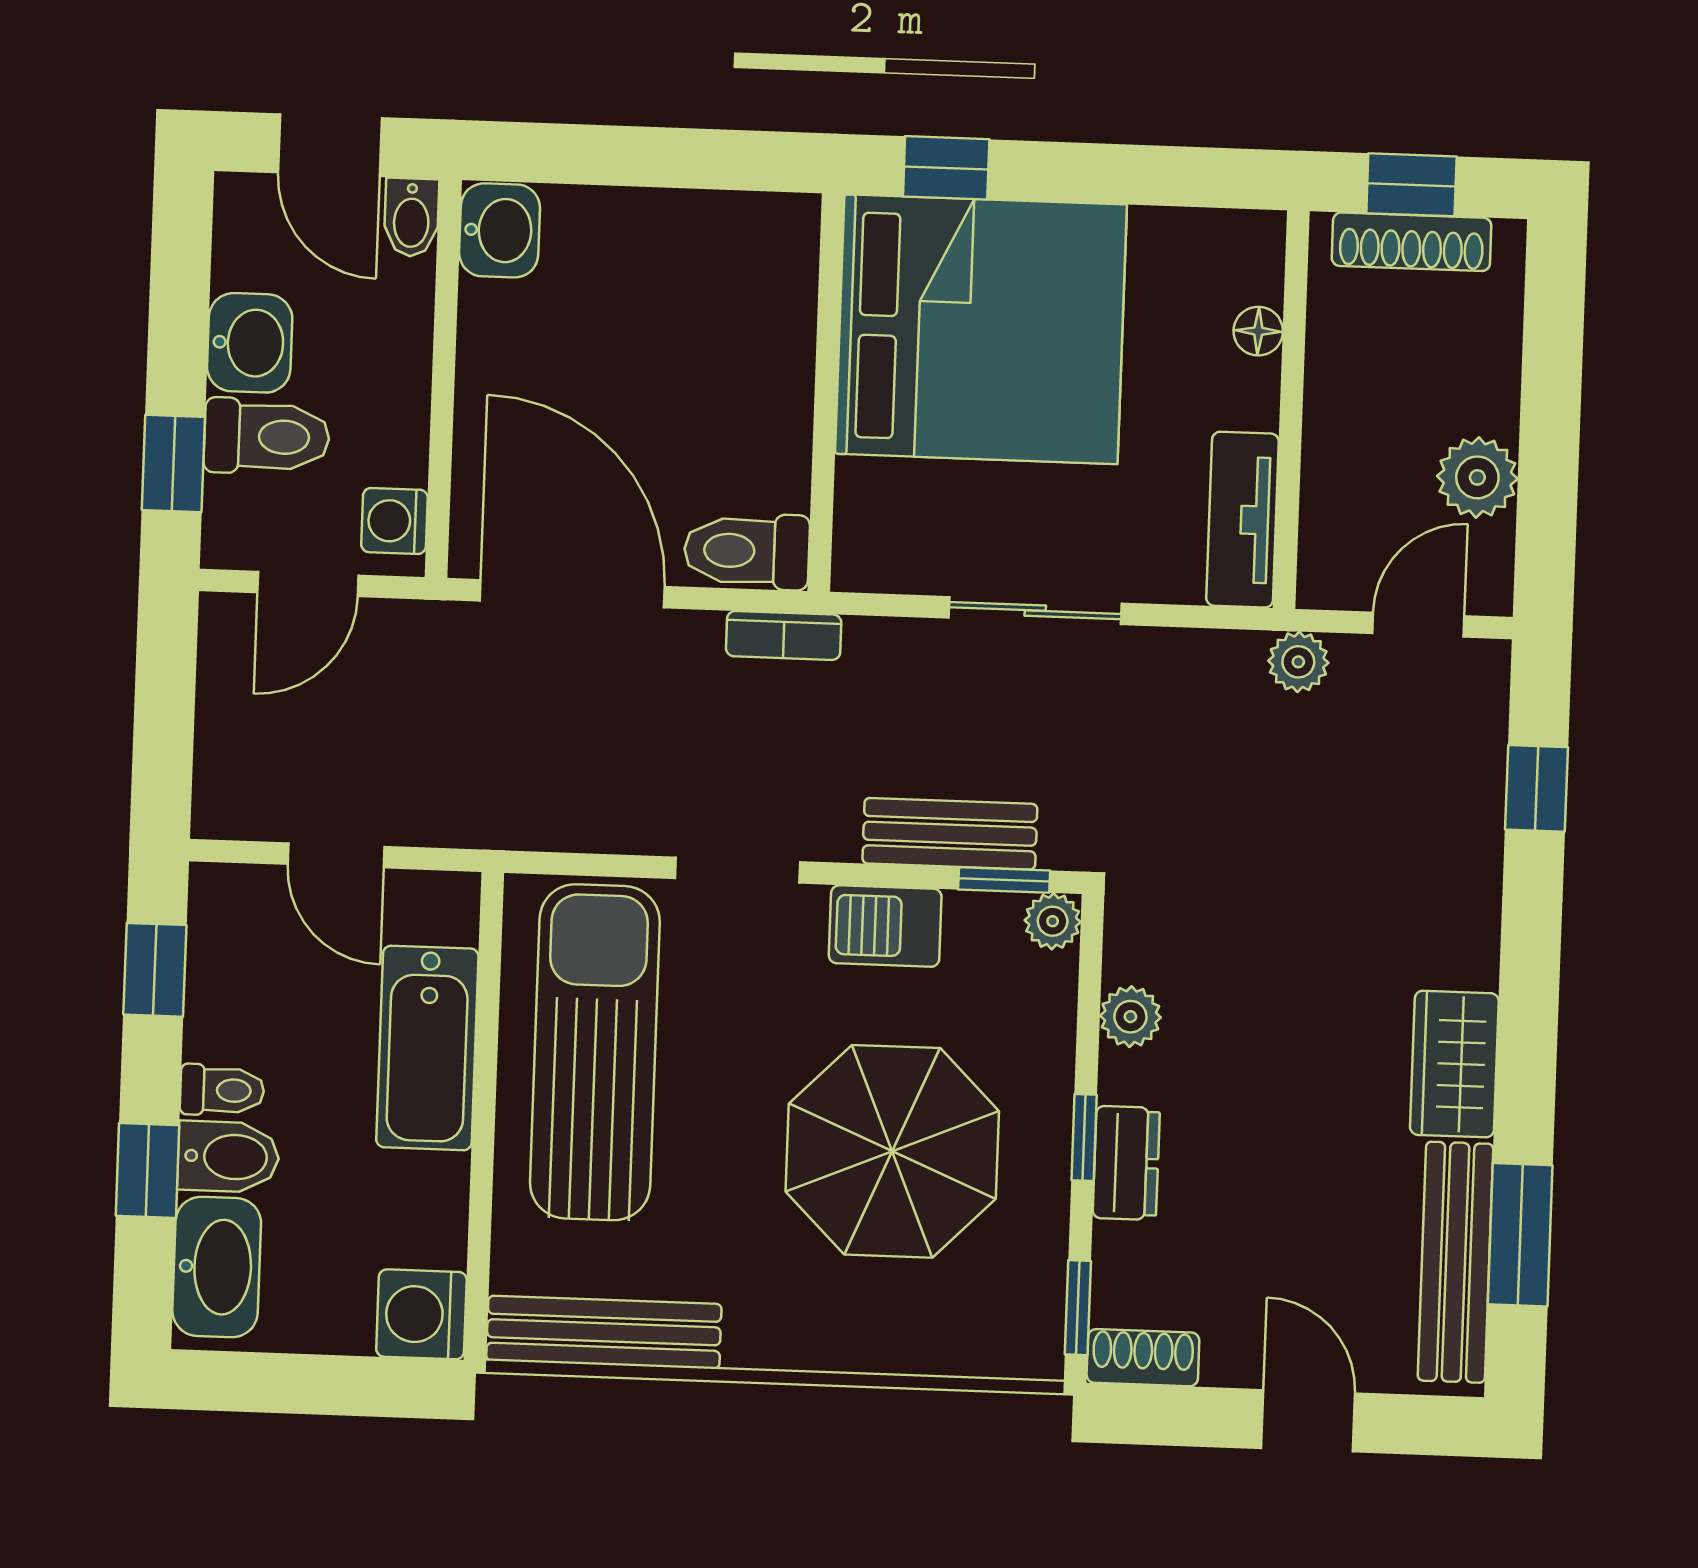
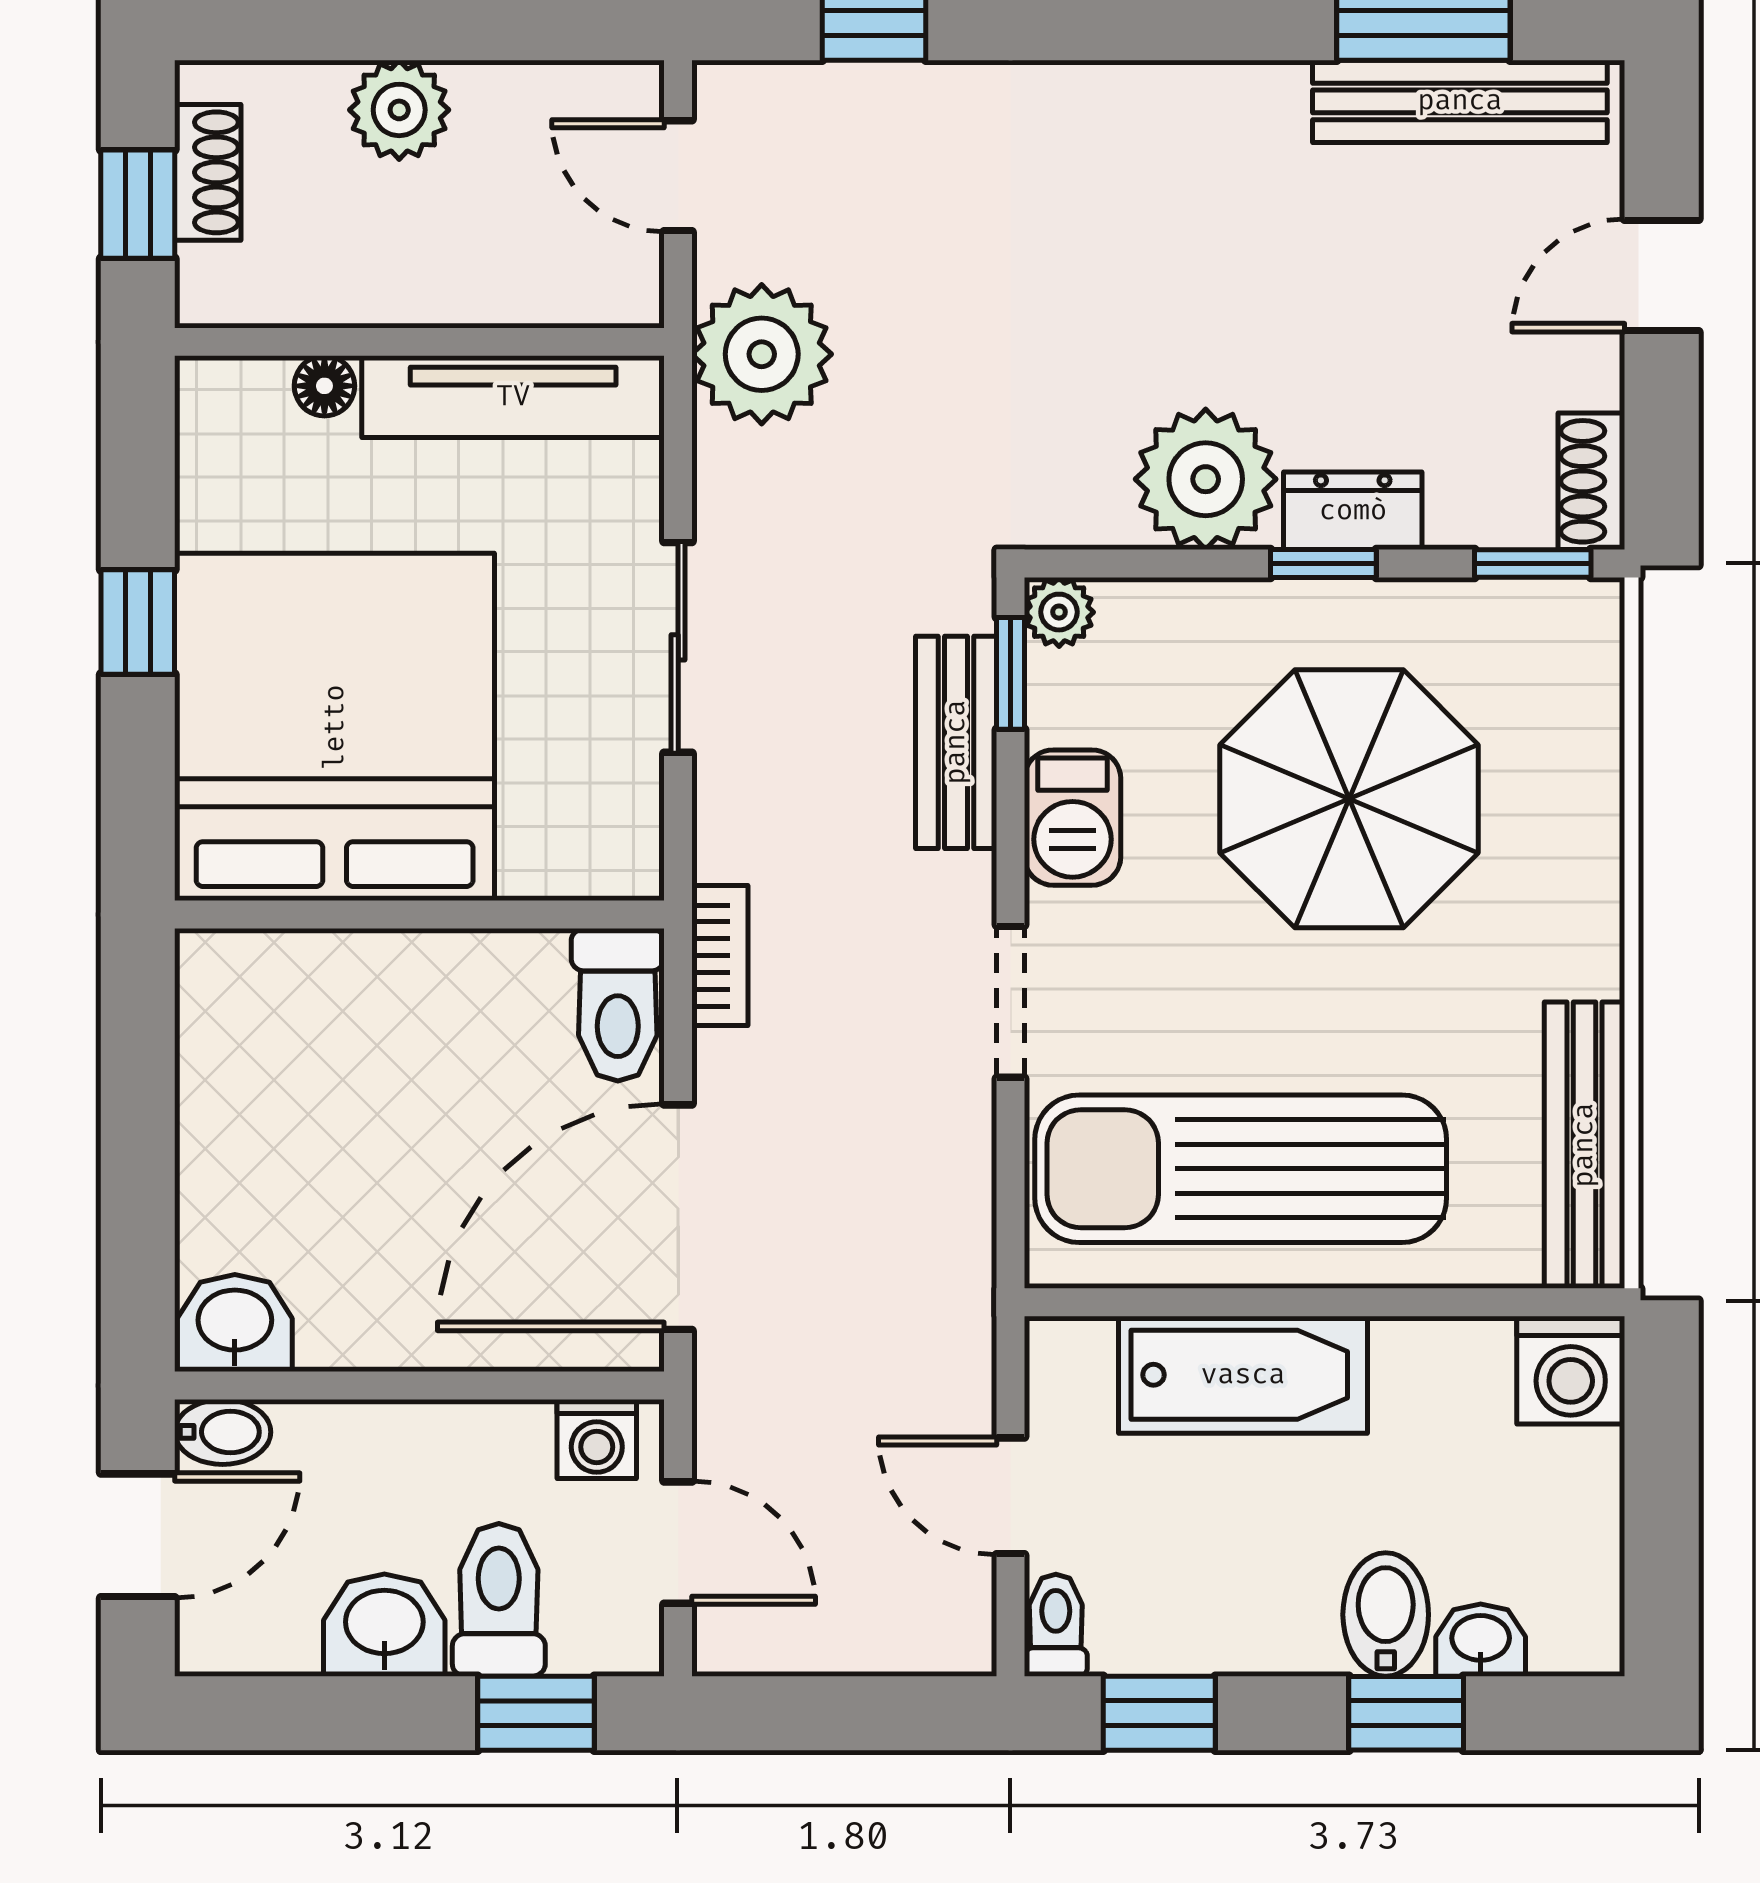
window: (946, 168) -> (138, 622), moved
shoe rack: (1412, 242) -> (208, 172), width x0.70
plant: (1477, 477) -> (399, 110), moved
tv unit: (1243, 520) -> (513, 397), width x1.41
plant: (1298, 662) -> (762, 354), width x1.88, depth x1.88
door: (336, 855) -> (1010, 1496), swing flipped
plant: (1130, 1017) -> (1206, 479), width x1.88, depth x1.88
wardrobe: (1454, 1064) -> (1216, 112), removed
toilet: (222, 1090) -> (1056, 1625), moved
washbasin: (217, 1267) -> (1481, 1640), width x0.52, depth x0.69

